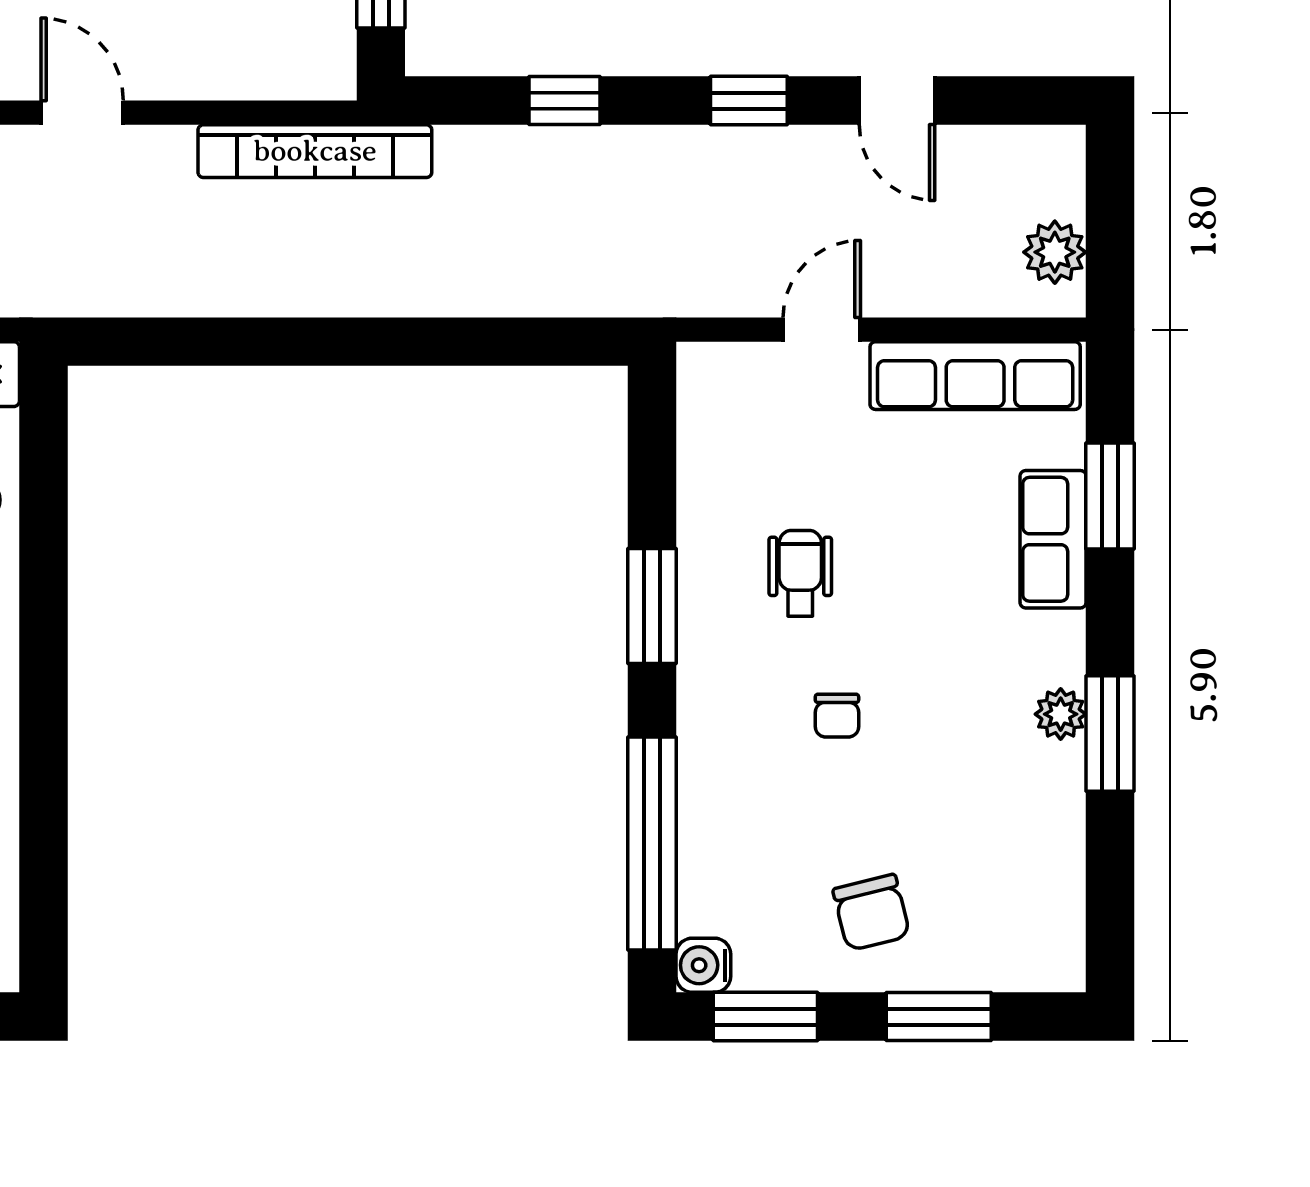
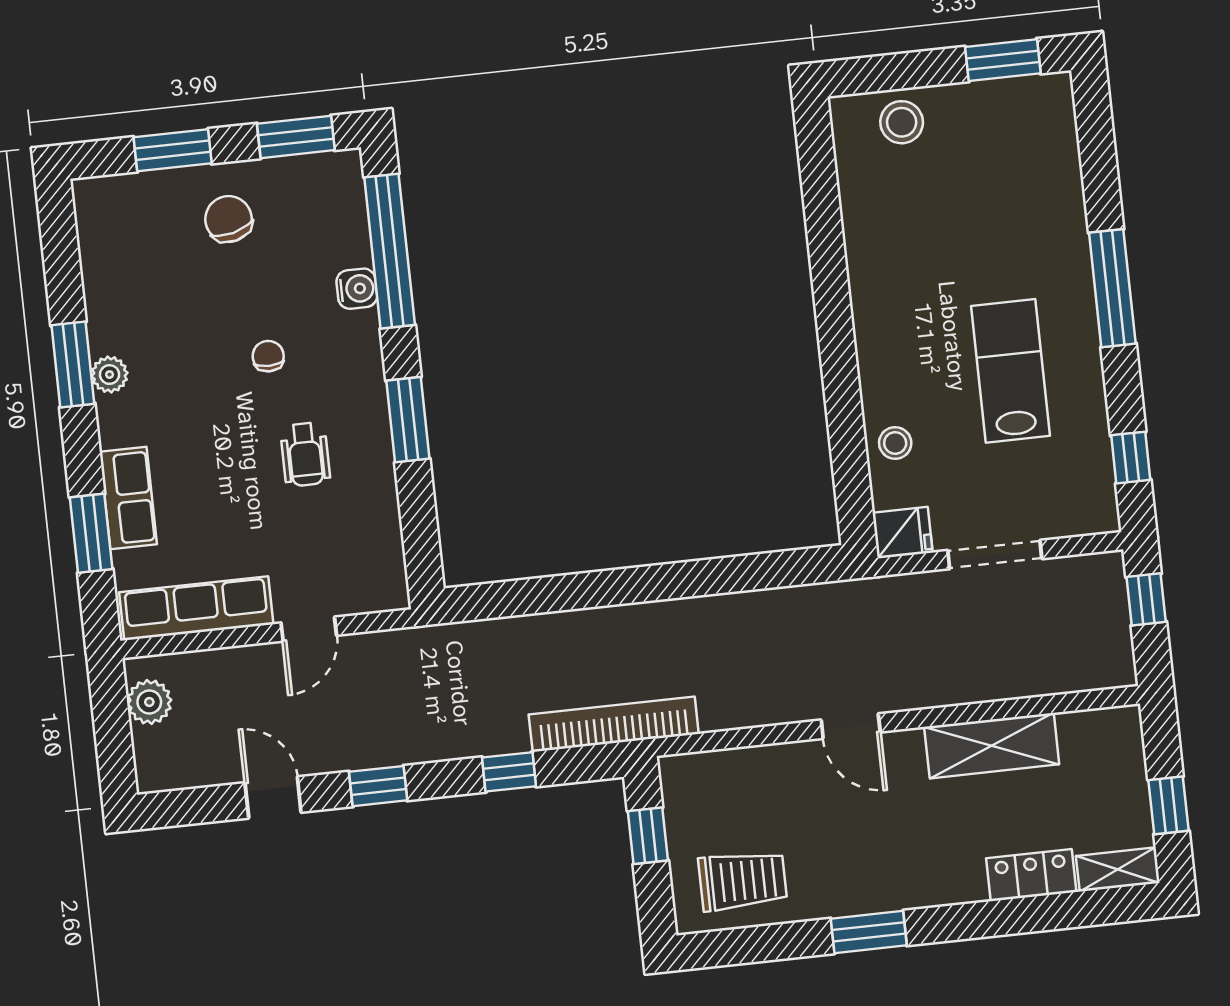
bookcase: (315, 151) -> (614, 724), moved
water cooler: (703, 965) -> (357, 289), moved

